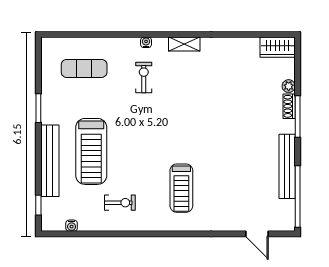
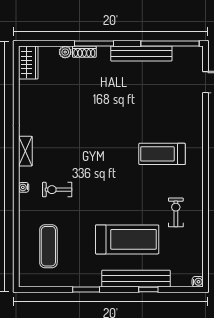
treadmill: (181, 188) -> (162, 154), turned 180
window: (38, 205) -> (148, 290), moved
water cooler: (72, 226) -> (198, 282), moved

